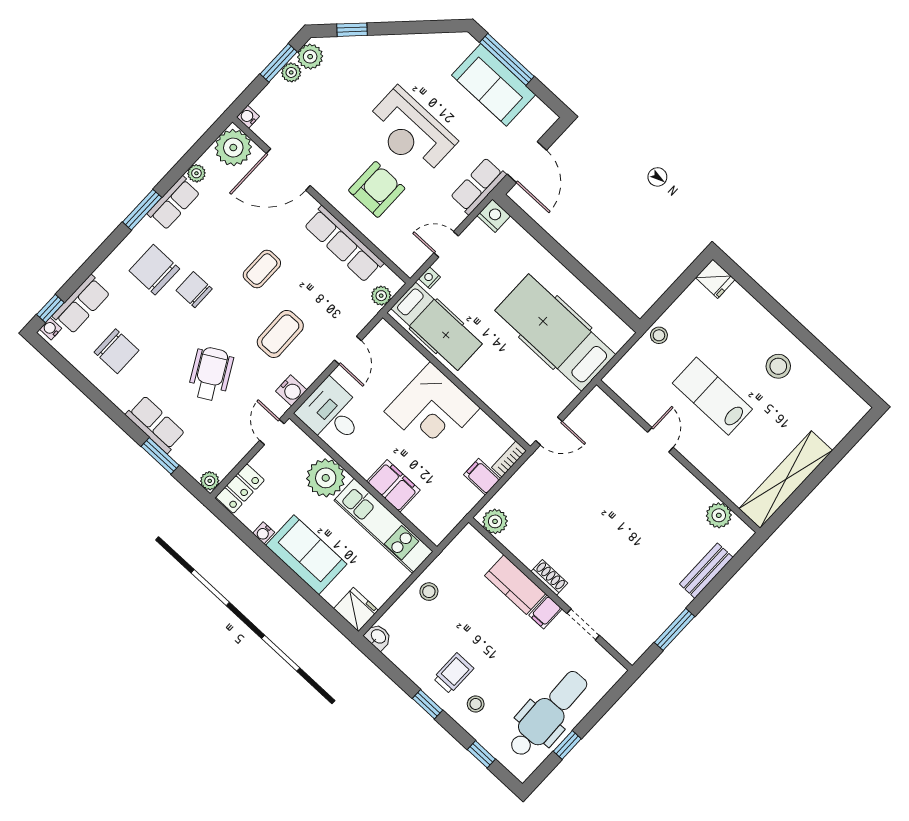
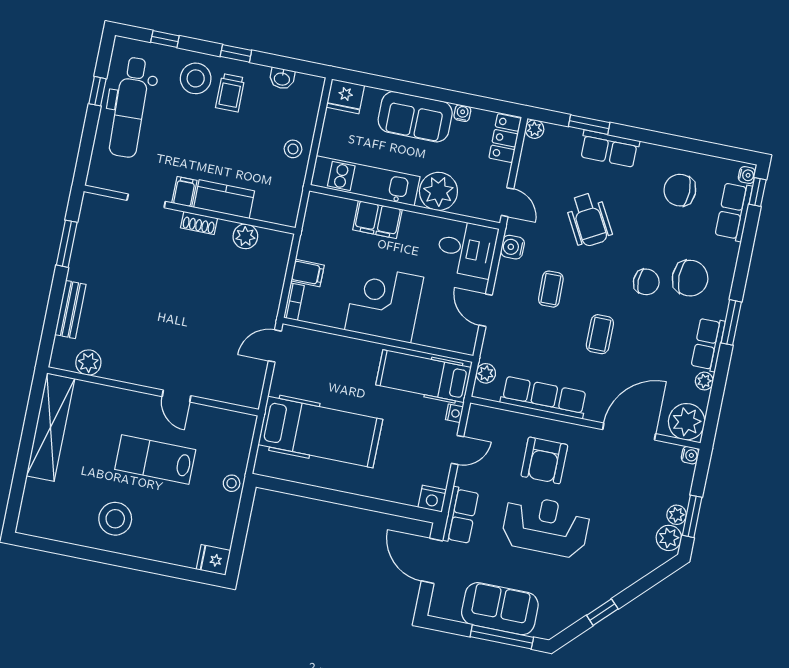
window: (352, 30) -> (602, 612), moved
coffee table: (280, 334) -> (551, 289), width x0.73, depth x0.77
stool: (778, 366) -> (115, 519), width x1.38, depth x1.38
lab bench: (712, 396) -> (155, 460), turned 180
plant: (495, 521) -> (245, 236), moved
washbasin: (378, 637) -> (282, 78), moved
stool: (476, 704) -> (196, 78), width x1.89, depth x1.89

